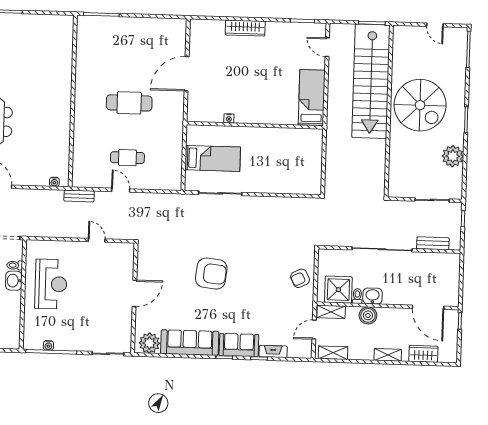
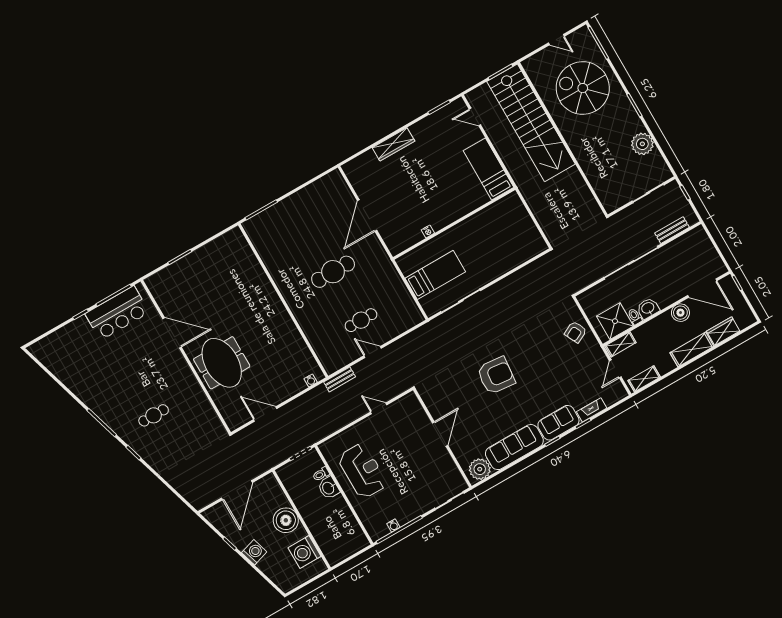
spiral stairs: (420, 105) -> (583, 88), moved, turned 180
boiler: (368, 315) -> (680, 313), moved
shelving: (388, 355) -> (692, 349), width x1.50, depth x1.33

